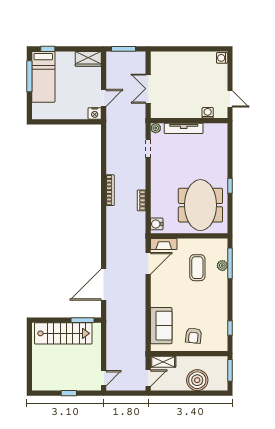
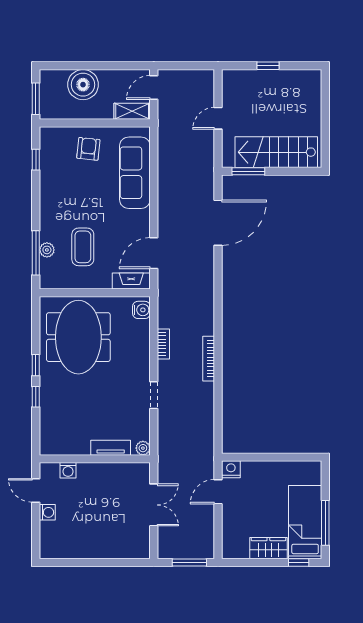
washing machine: (222, 58) -> (47, 512), moved
wardrobe: (88, 59) -> (268, 548), moved
tv unit: (184, 128) -> (111, 448), width x0.71
doorway: (148, 149) -> (154, 395), moved
window: (230, 164) -> (36, 397), added
sofa: (161, 326) -> (135, 173), width x1.36
door: (104, 378) -> (218, 118), moved

